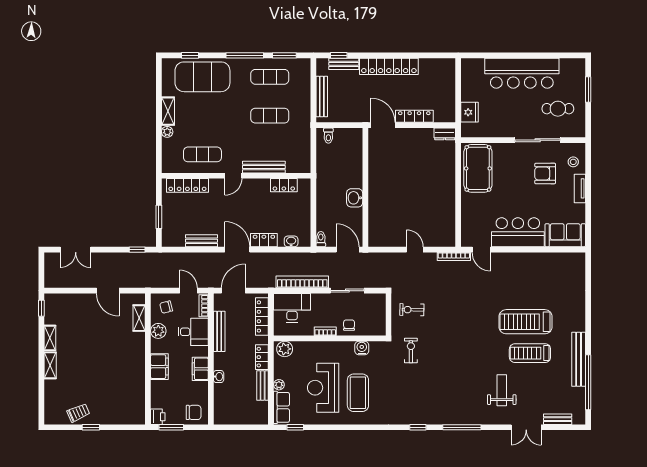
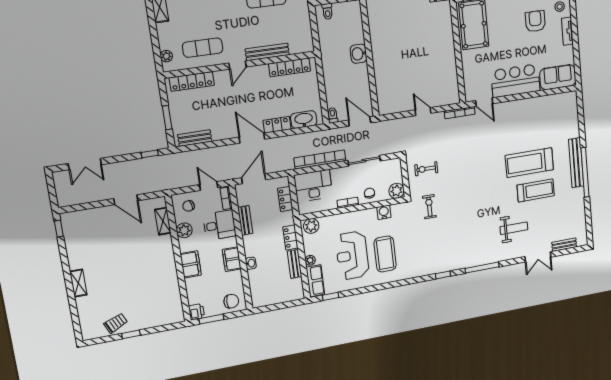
plant: (167, 132) -> (166, 56), moved
armchair: (545, 173) -> (535, 21), turned 90
locker: (284, 185) -> (290, 67), width x1.53
washbasin: (355, 198) -> (359, 54), moved
bench: (202, 241) -> (195, 138), moved
washbasin: (291, 241) -> (304, 120), width x1.91, depth x1.45
locker: (262, 316) -> (285, 199), width x0.66
plant: (378, 328) -> (397, 191), added
bench: (219, 331) -> (245, 220), width x0.73
shelving: (50, 338) -> (73, 257), removed
treadmill: (530, 353) -> (536, 190), turned 180
bench: (579, 359) -> (576, 163), moved
window: (588, 382) -> (585, 172), moved
weight bench: (502, 390) -> (514, 228), turned 90

